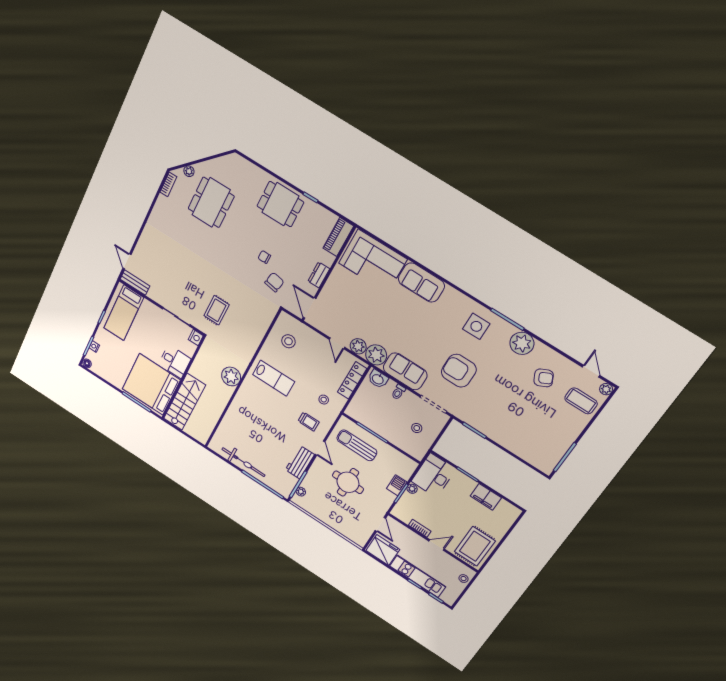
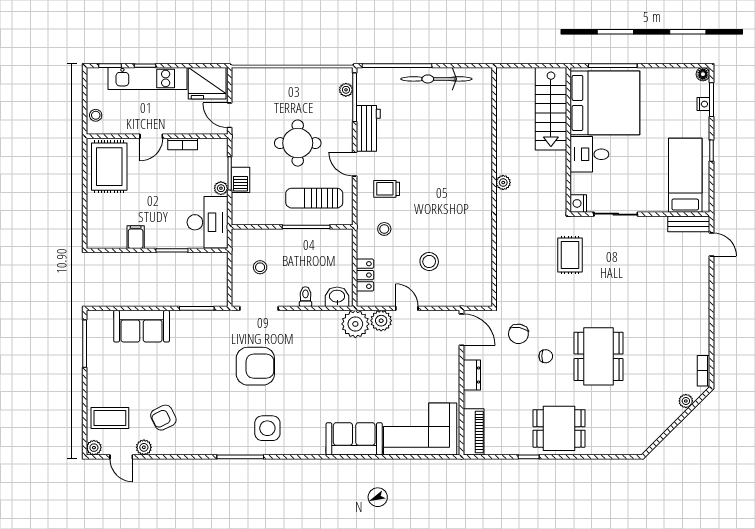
dining table: (211, 202) -> (599, 356), moved
stool: (288, 341) -> (429, 261), moved
plant: (522, 343) -> (144, 447), moved, width x0.53, depth x0.53
sofa: (405, 371) -> (142, 326), moved
plant: (231, 376) -> (503, 183), width x0.53, depth x0.53
lab bench: (274, 378) -> (457, 215), removed
locker: (352, 380) -> (365, 275), width x0.66
sun lounger: (357, 445) -> (314, 198), turned 180
filing cabinet: (486, 497) -> (136, 237), width x0.50

